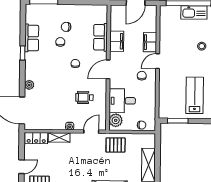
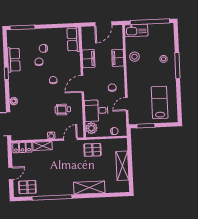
kitchen sink: (194, 12) -> (136, 30), moved
row of seats: (100, 37) -> (73, 39), moved
stool: (169, 42) -> (135, 57), added
door: (158, 61) -> (127, 104), moved

